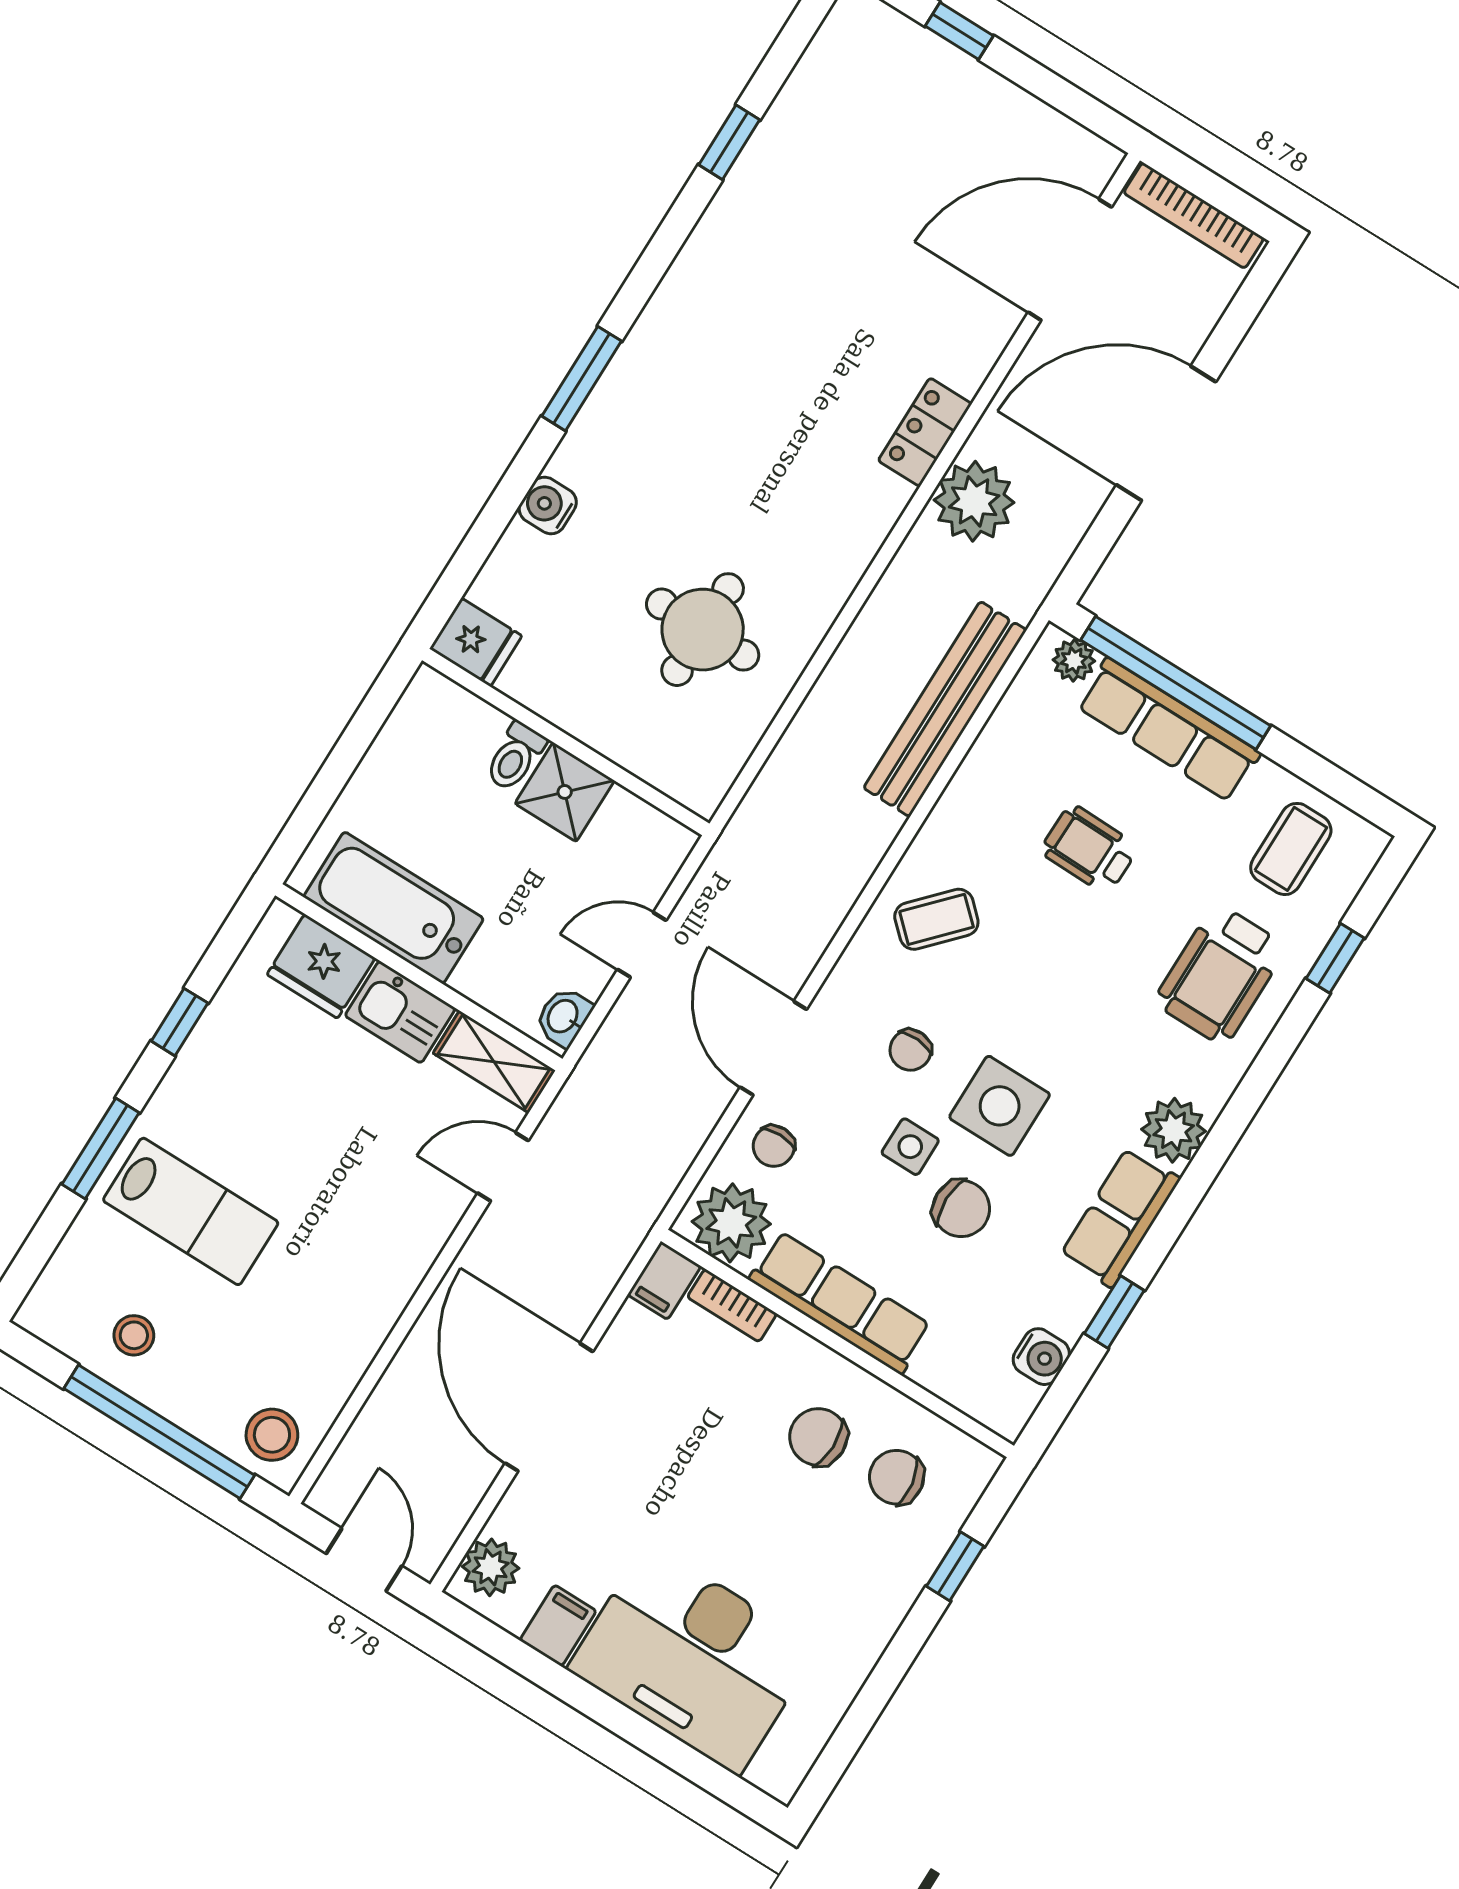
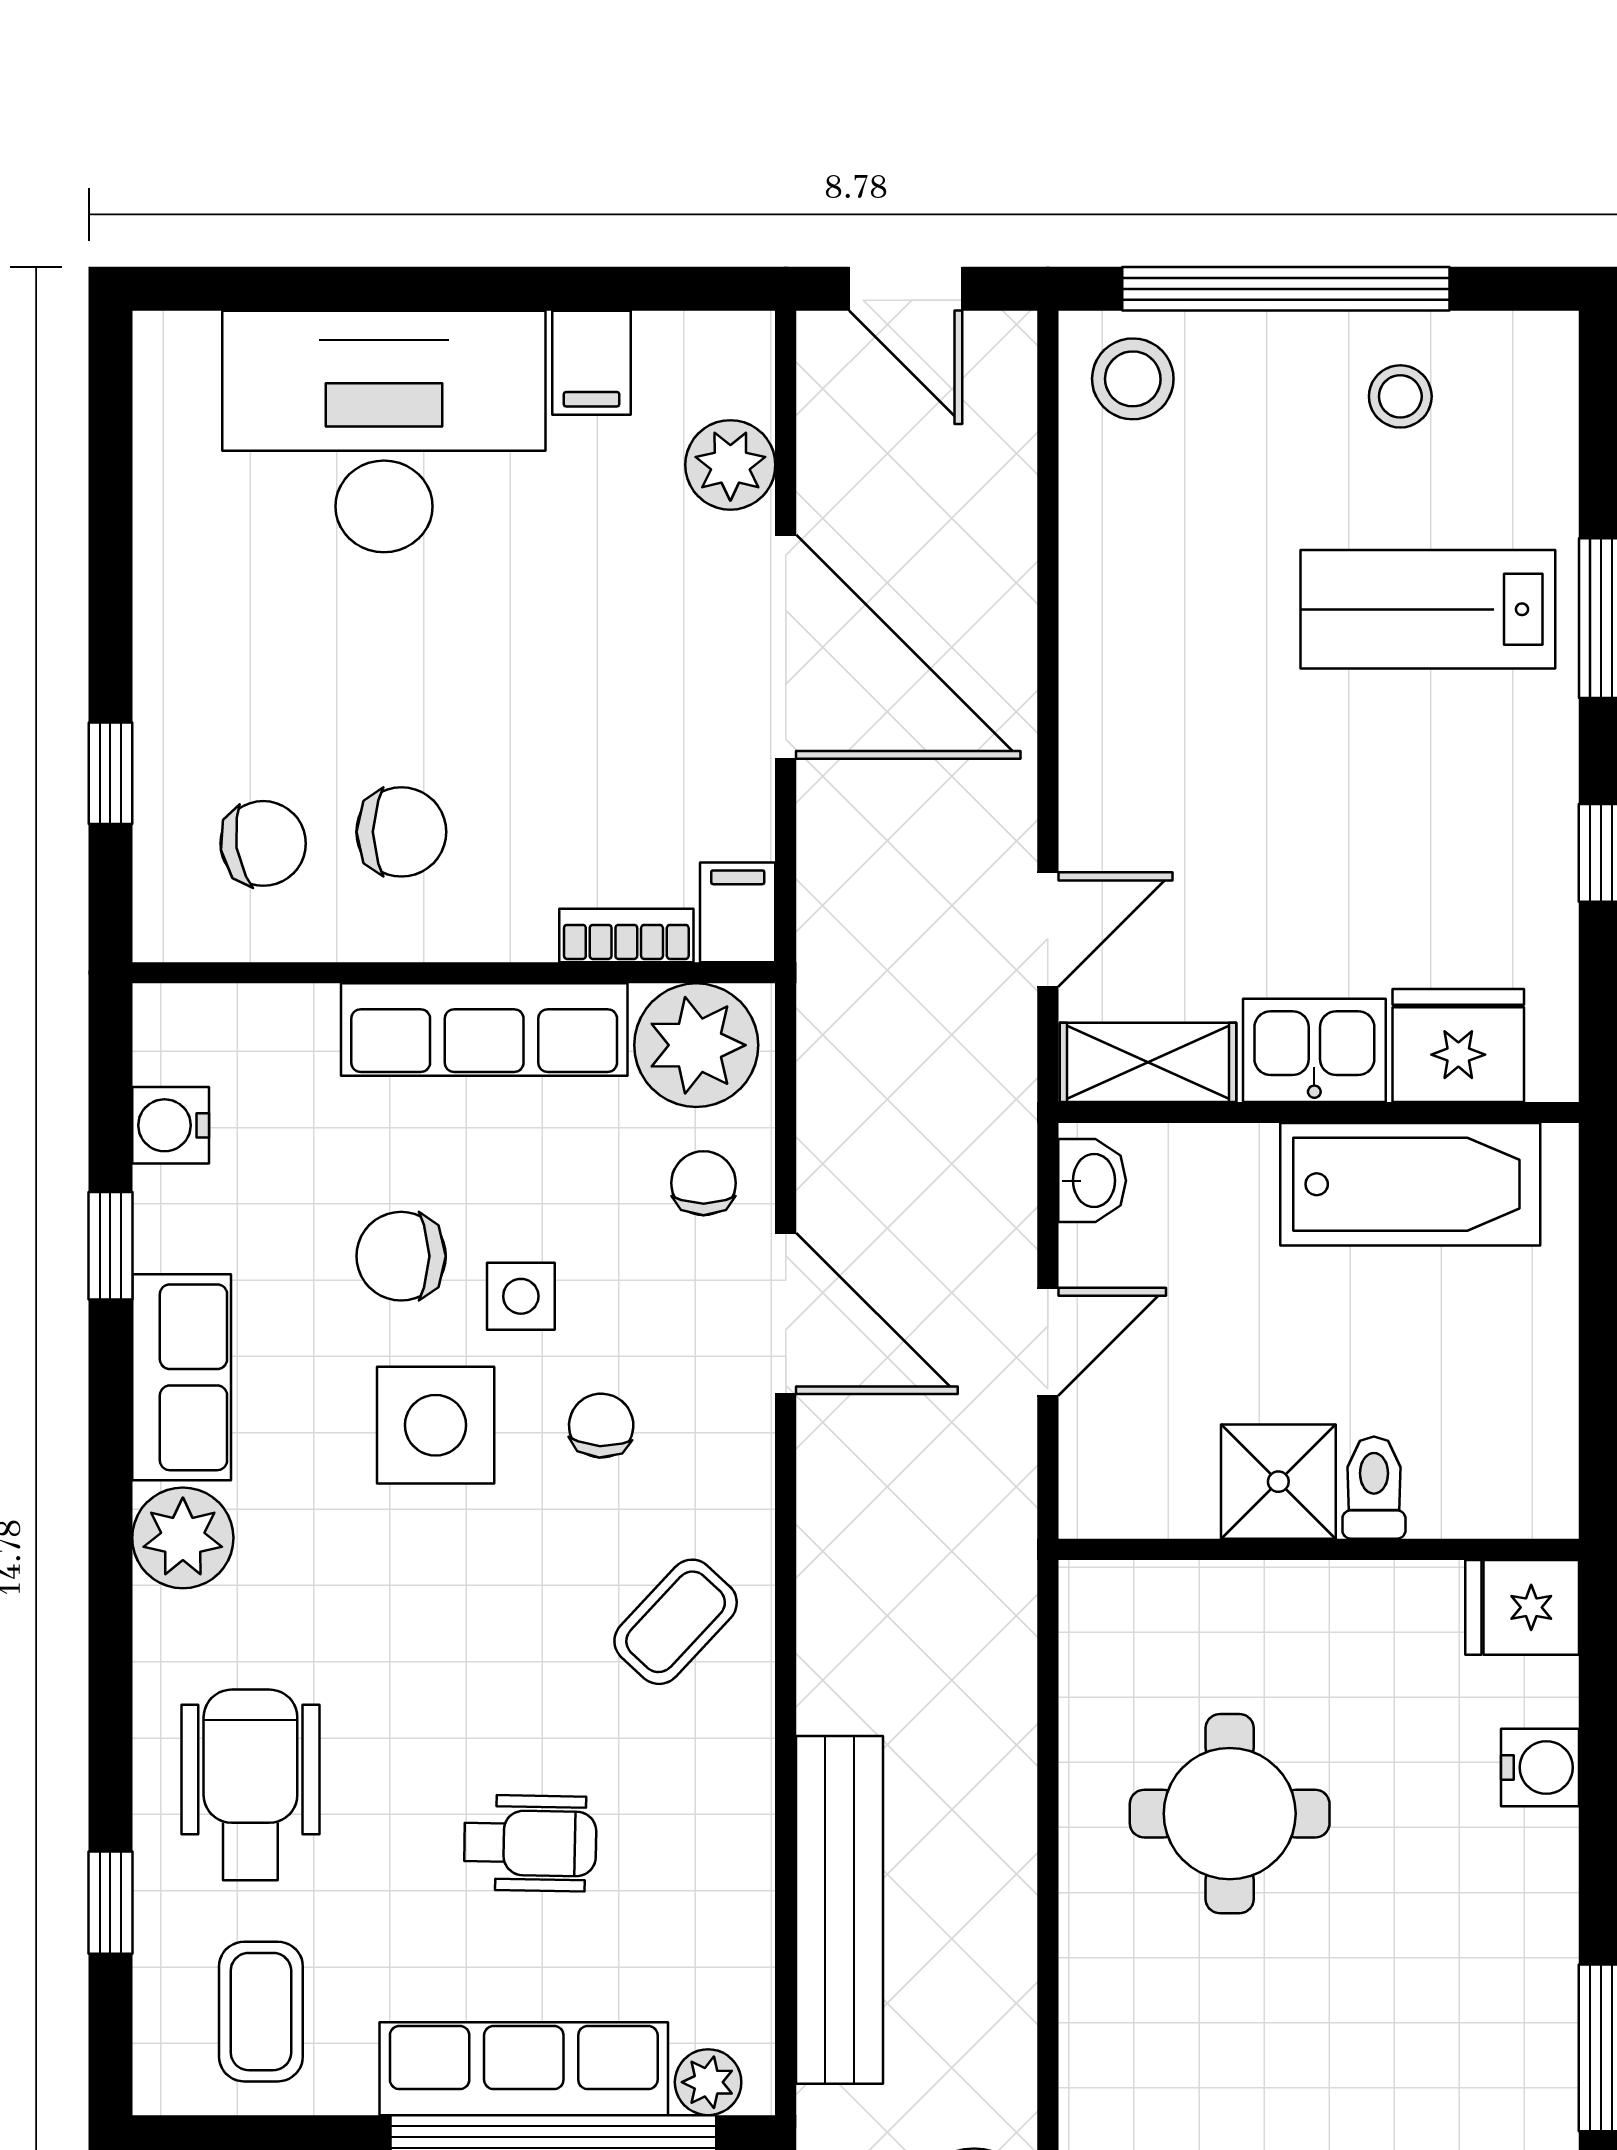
water cooler: (548, 505) -> (1540, 1767), moved
plant: (491, 1567) -> (730, 465), moved

